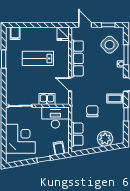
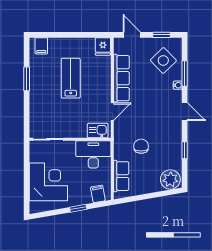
lab bench: (38, 58) -> (71, 78), turned 90
door: (70, 84) -> (112, 112), swing flipped
coffee table: (115, 98) -> (170, 130), removed
kitchen sink: (47, 99) -> (98, 131), moved
plant: (105, 139) -> (170, 180), moved

